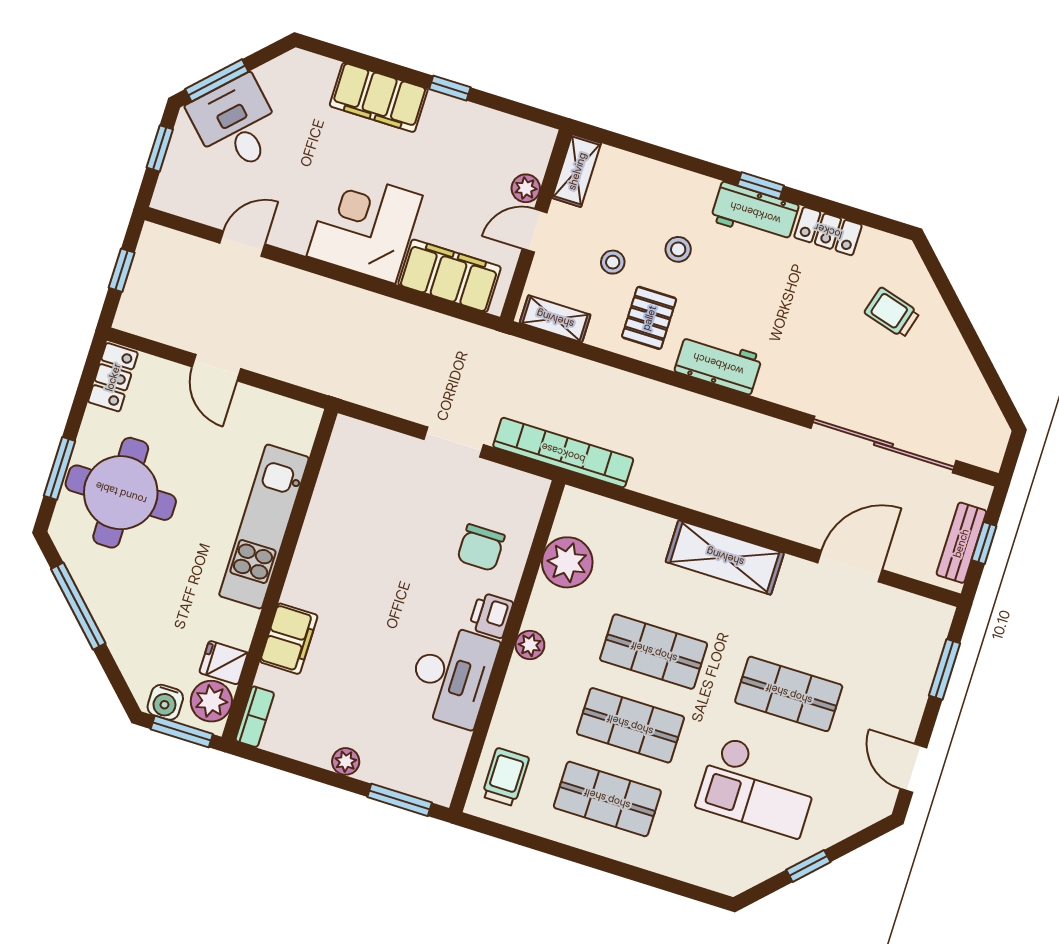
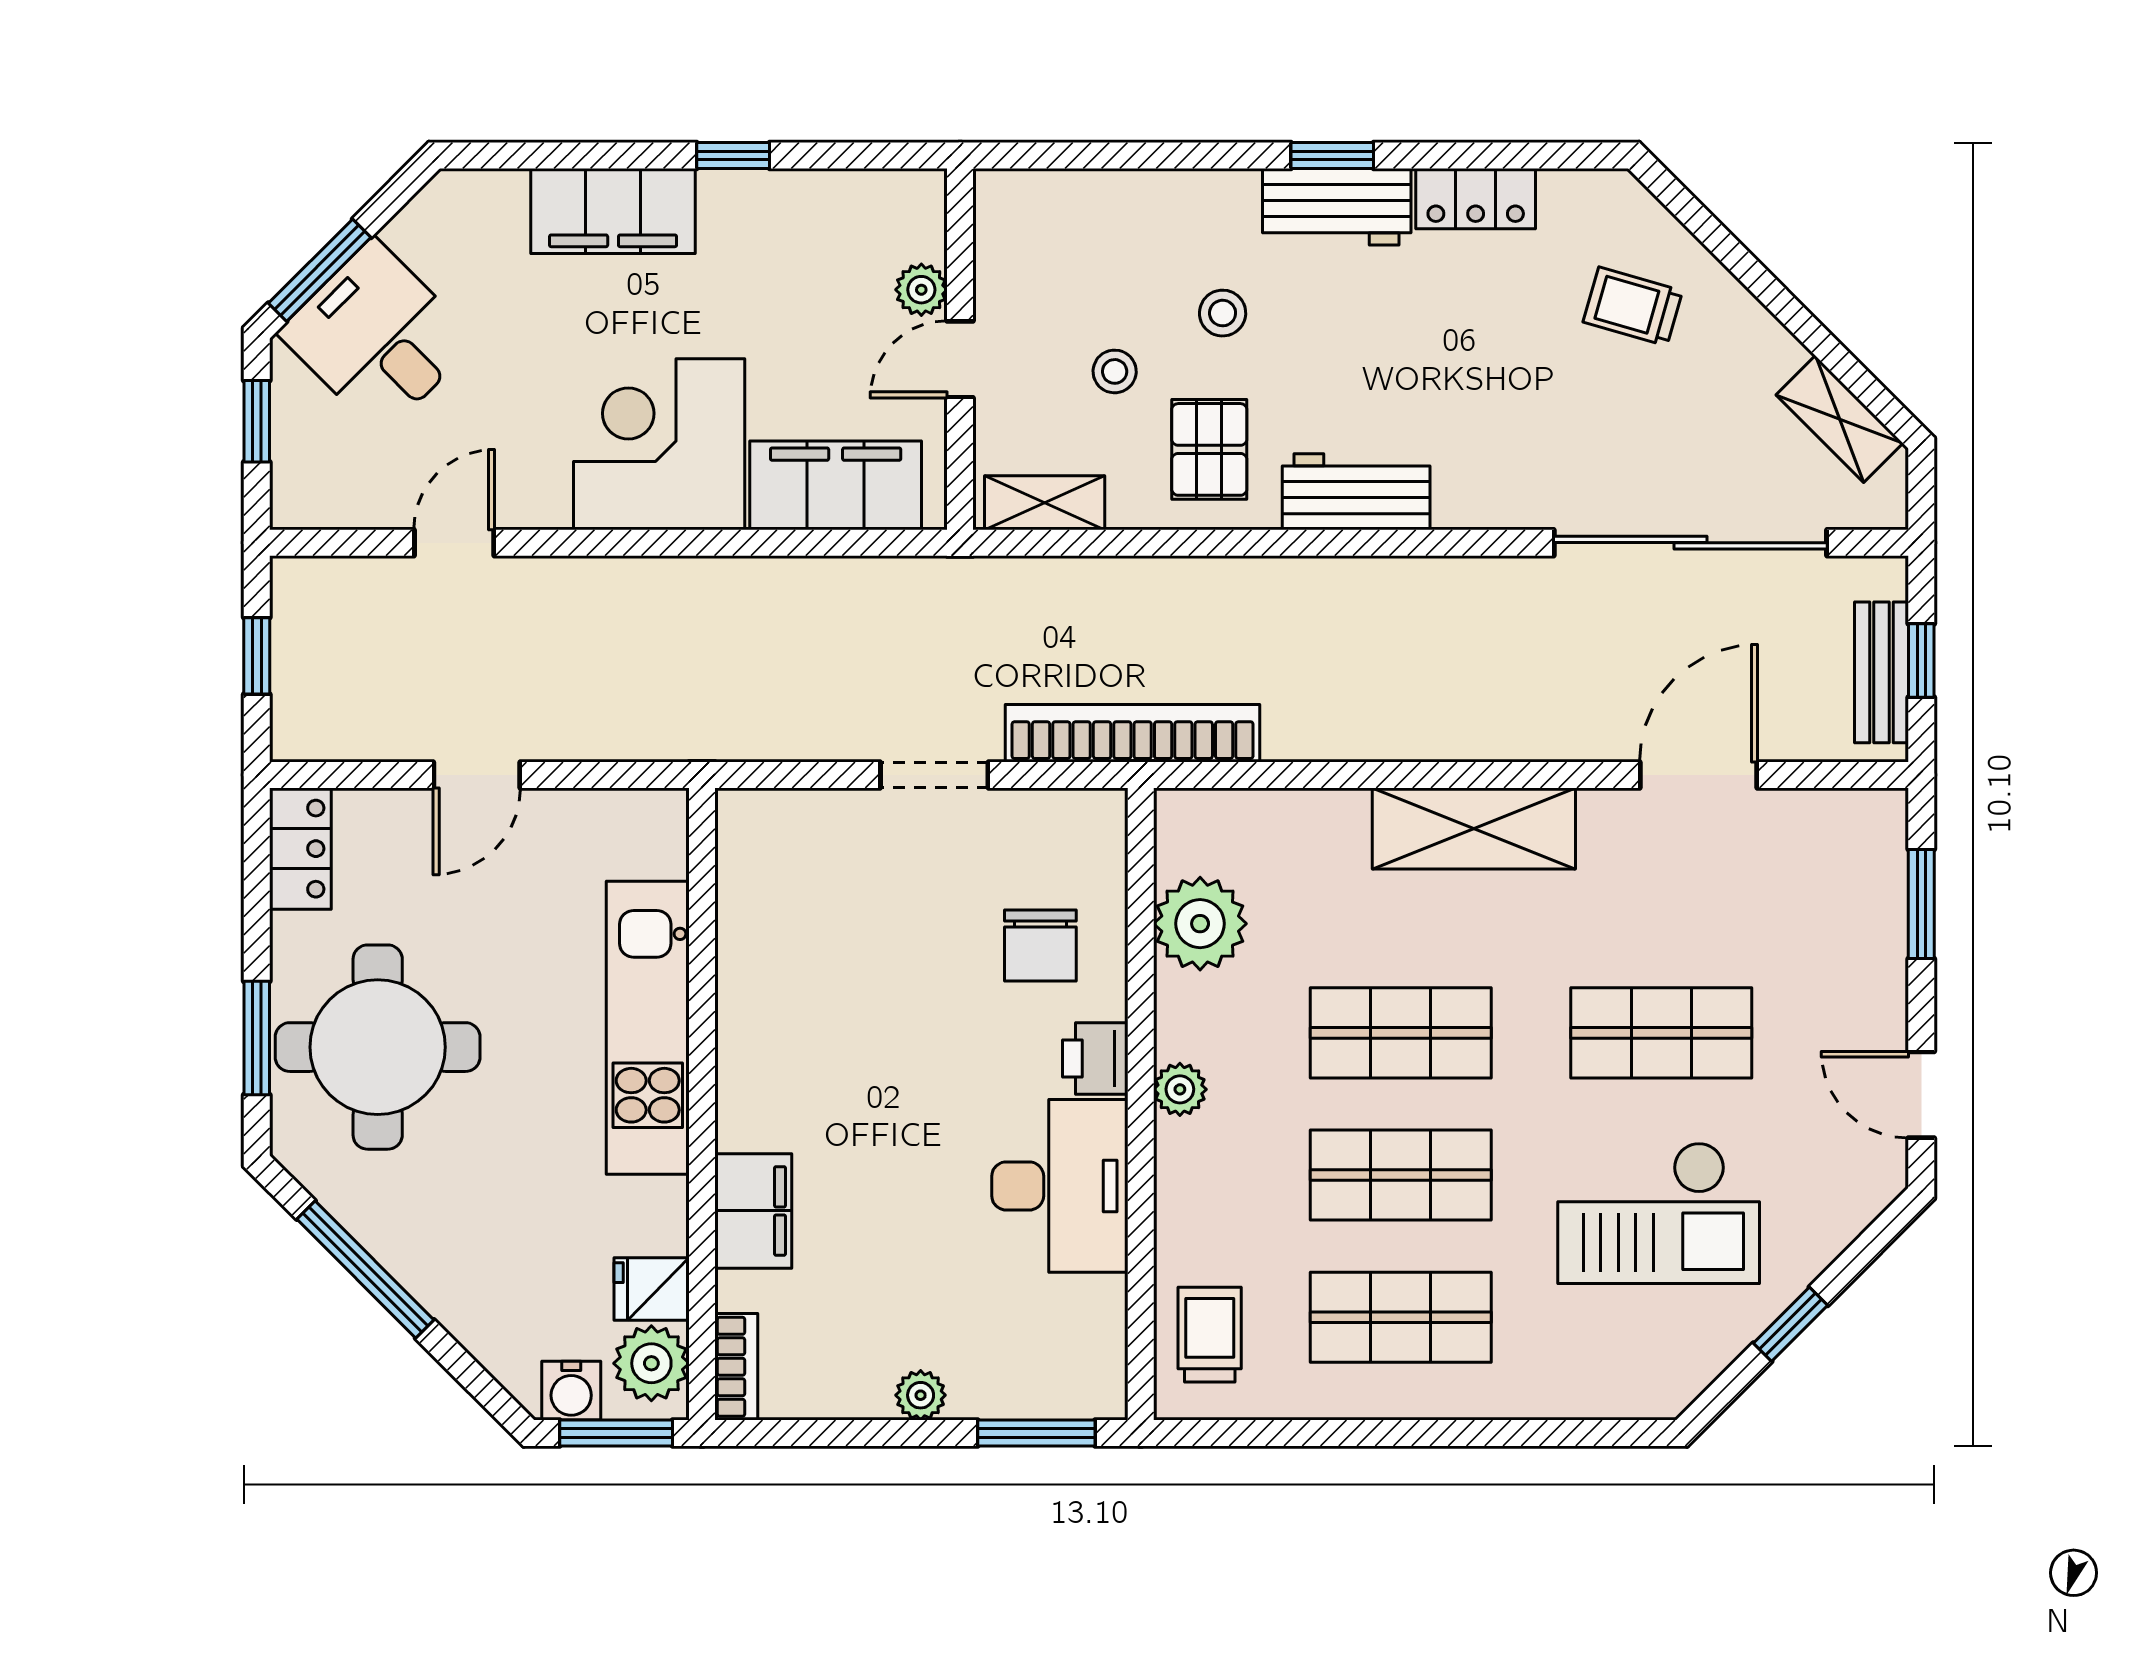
shelving: (577, 171) -> (1839, 419), moved, turned -45
door: (216, 368) -> (477, 775), hinge flipped

